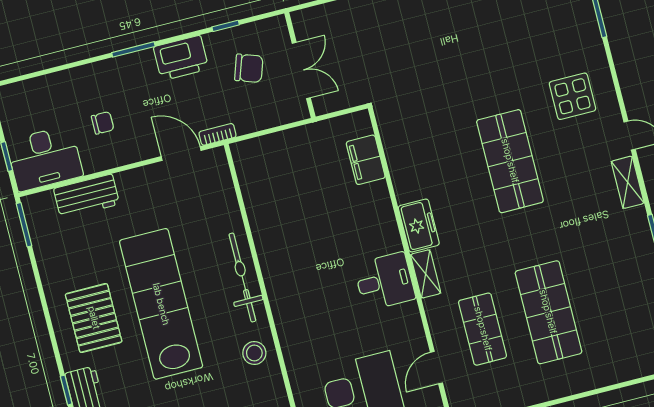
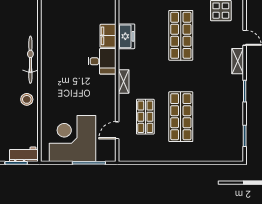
filing cabinet: (366, 160) -> (108, 36), moved
freezer: (419, 225) -> (126, 36), moved
desk: (385, 281) -> (102, 61), moved

